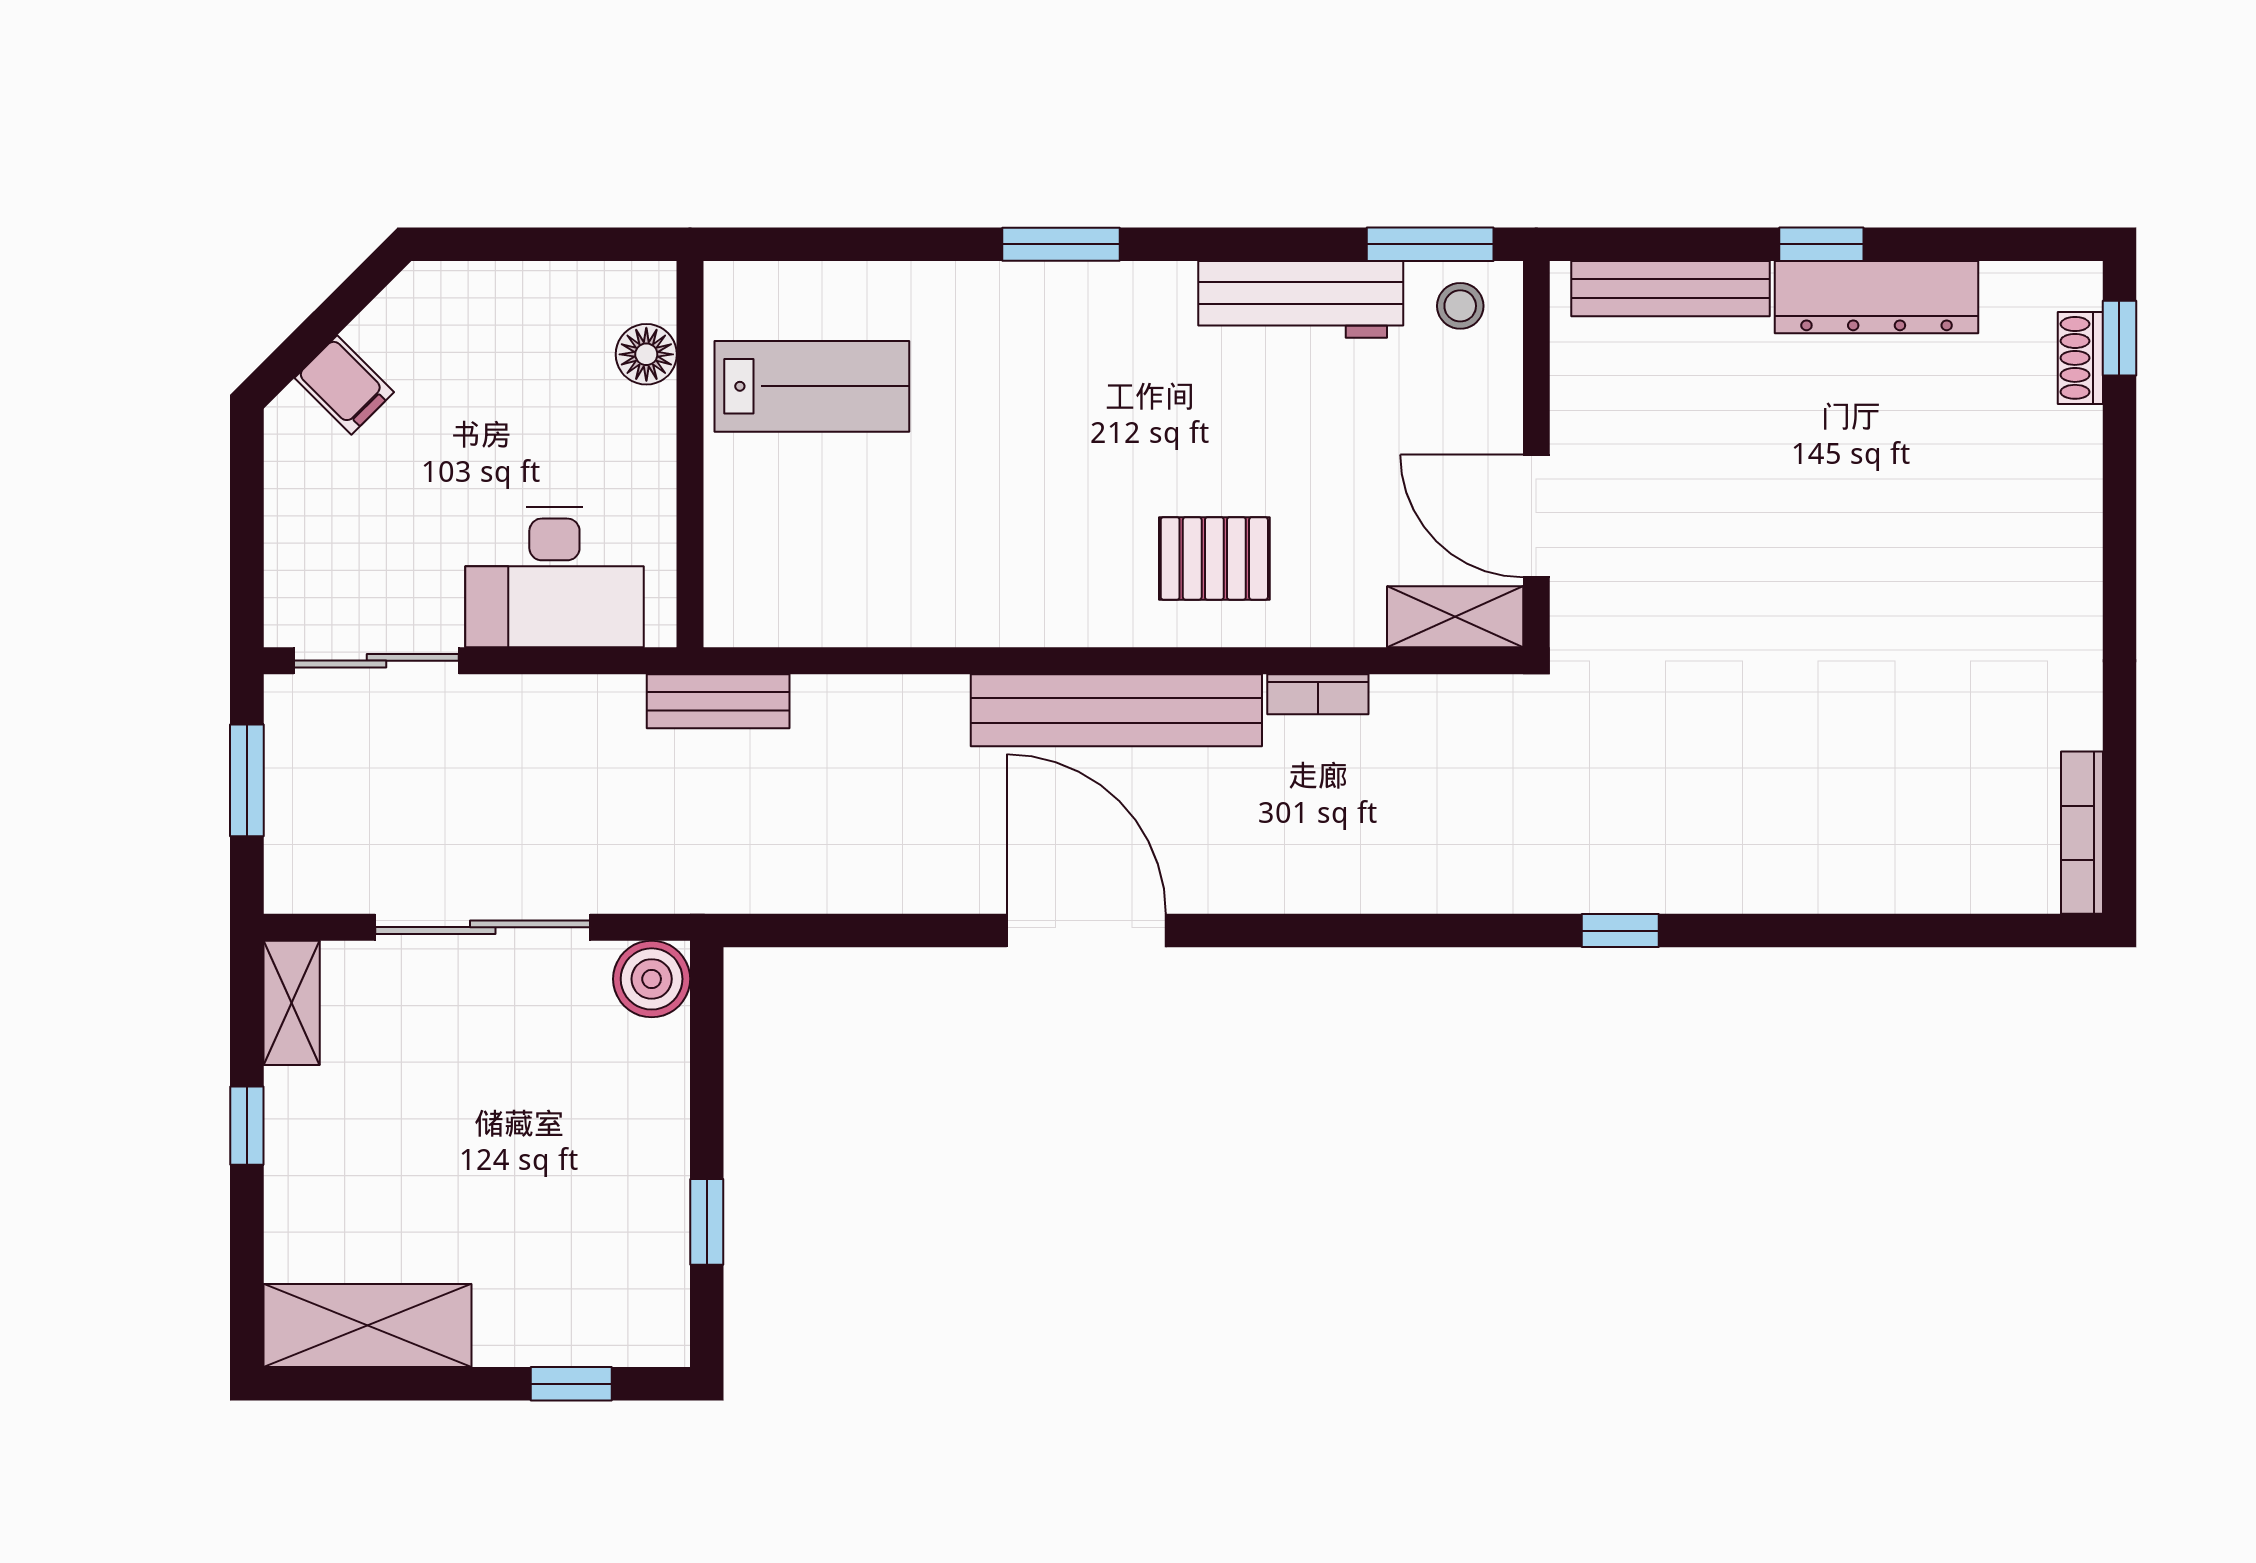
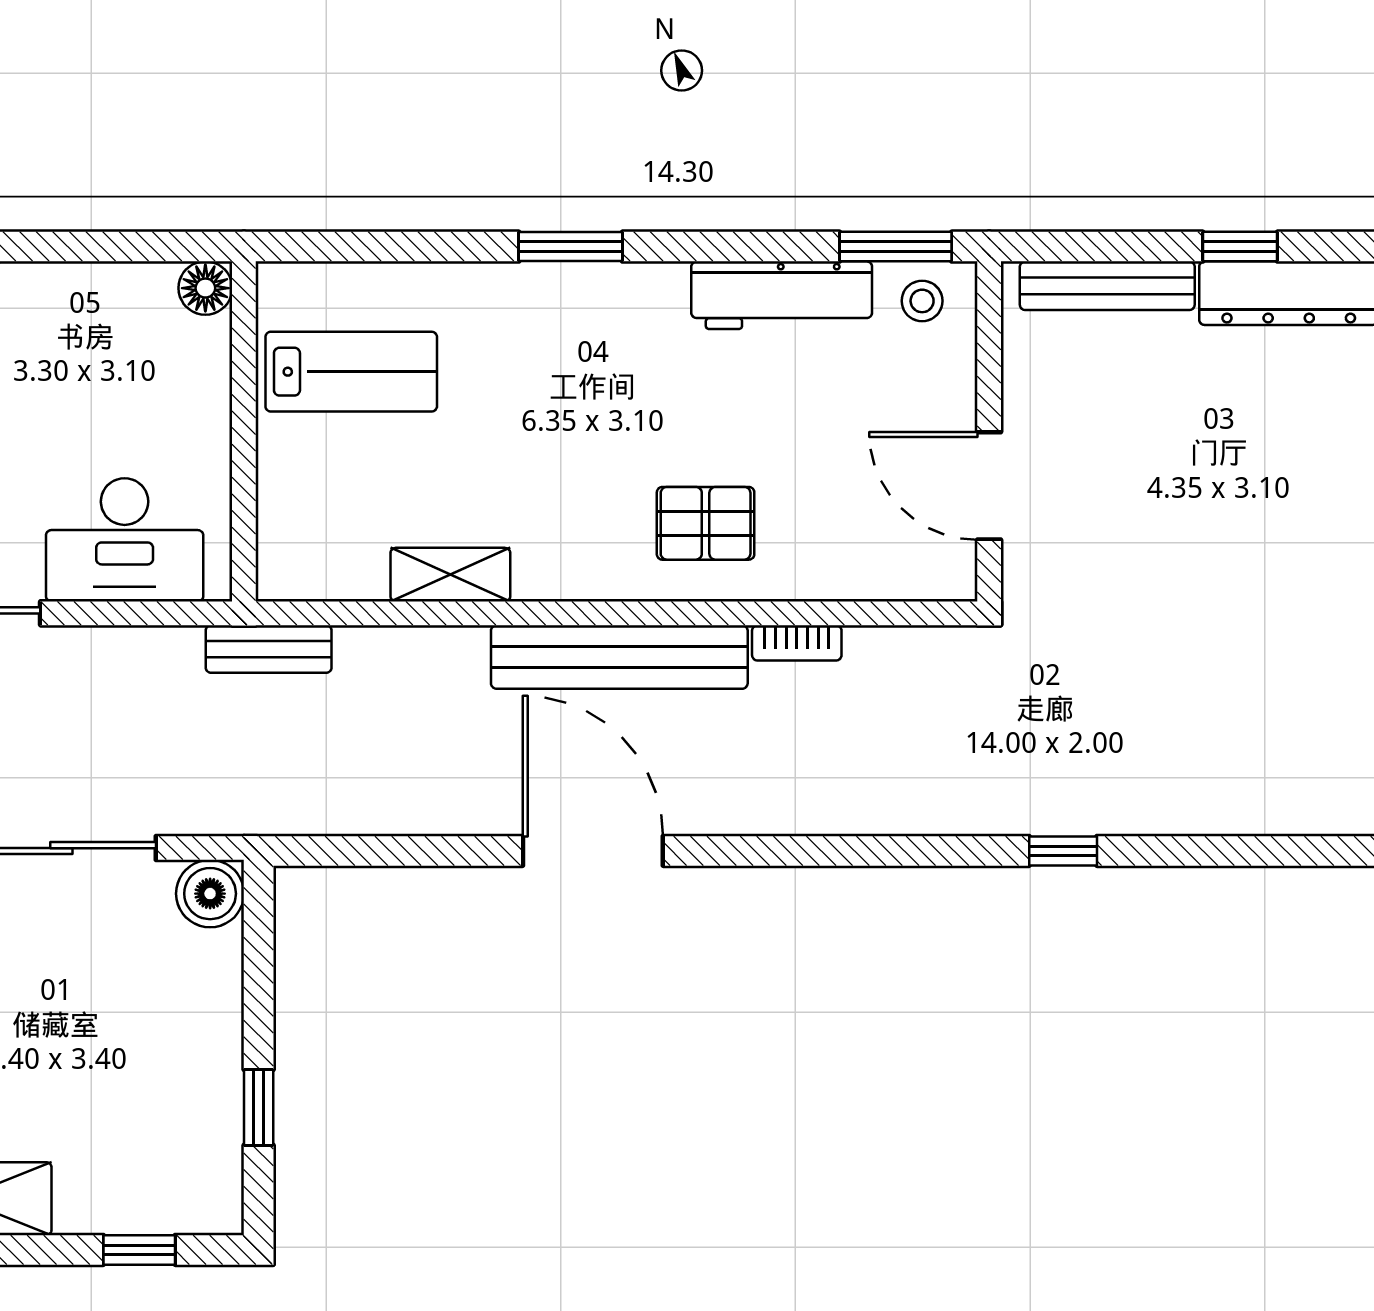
floor lamp: (646, 354) -> (205, 288), moved
shelving: (1455, 617) -> (450, 575), moved

